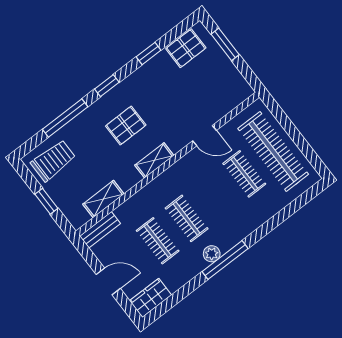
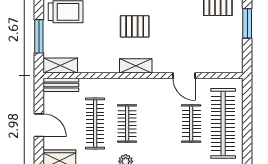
shelving: (103, 199) -> (60, 65), moved
window: (46, 201) -> (39, 36), width x1.50
clothes rail: (158, 241) -> (95, 123), width x1.36

